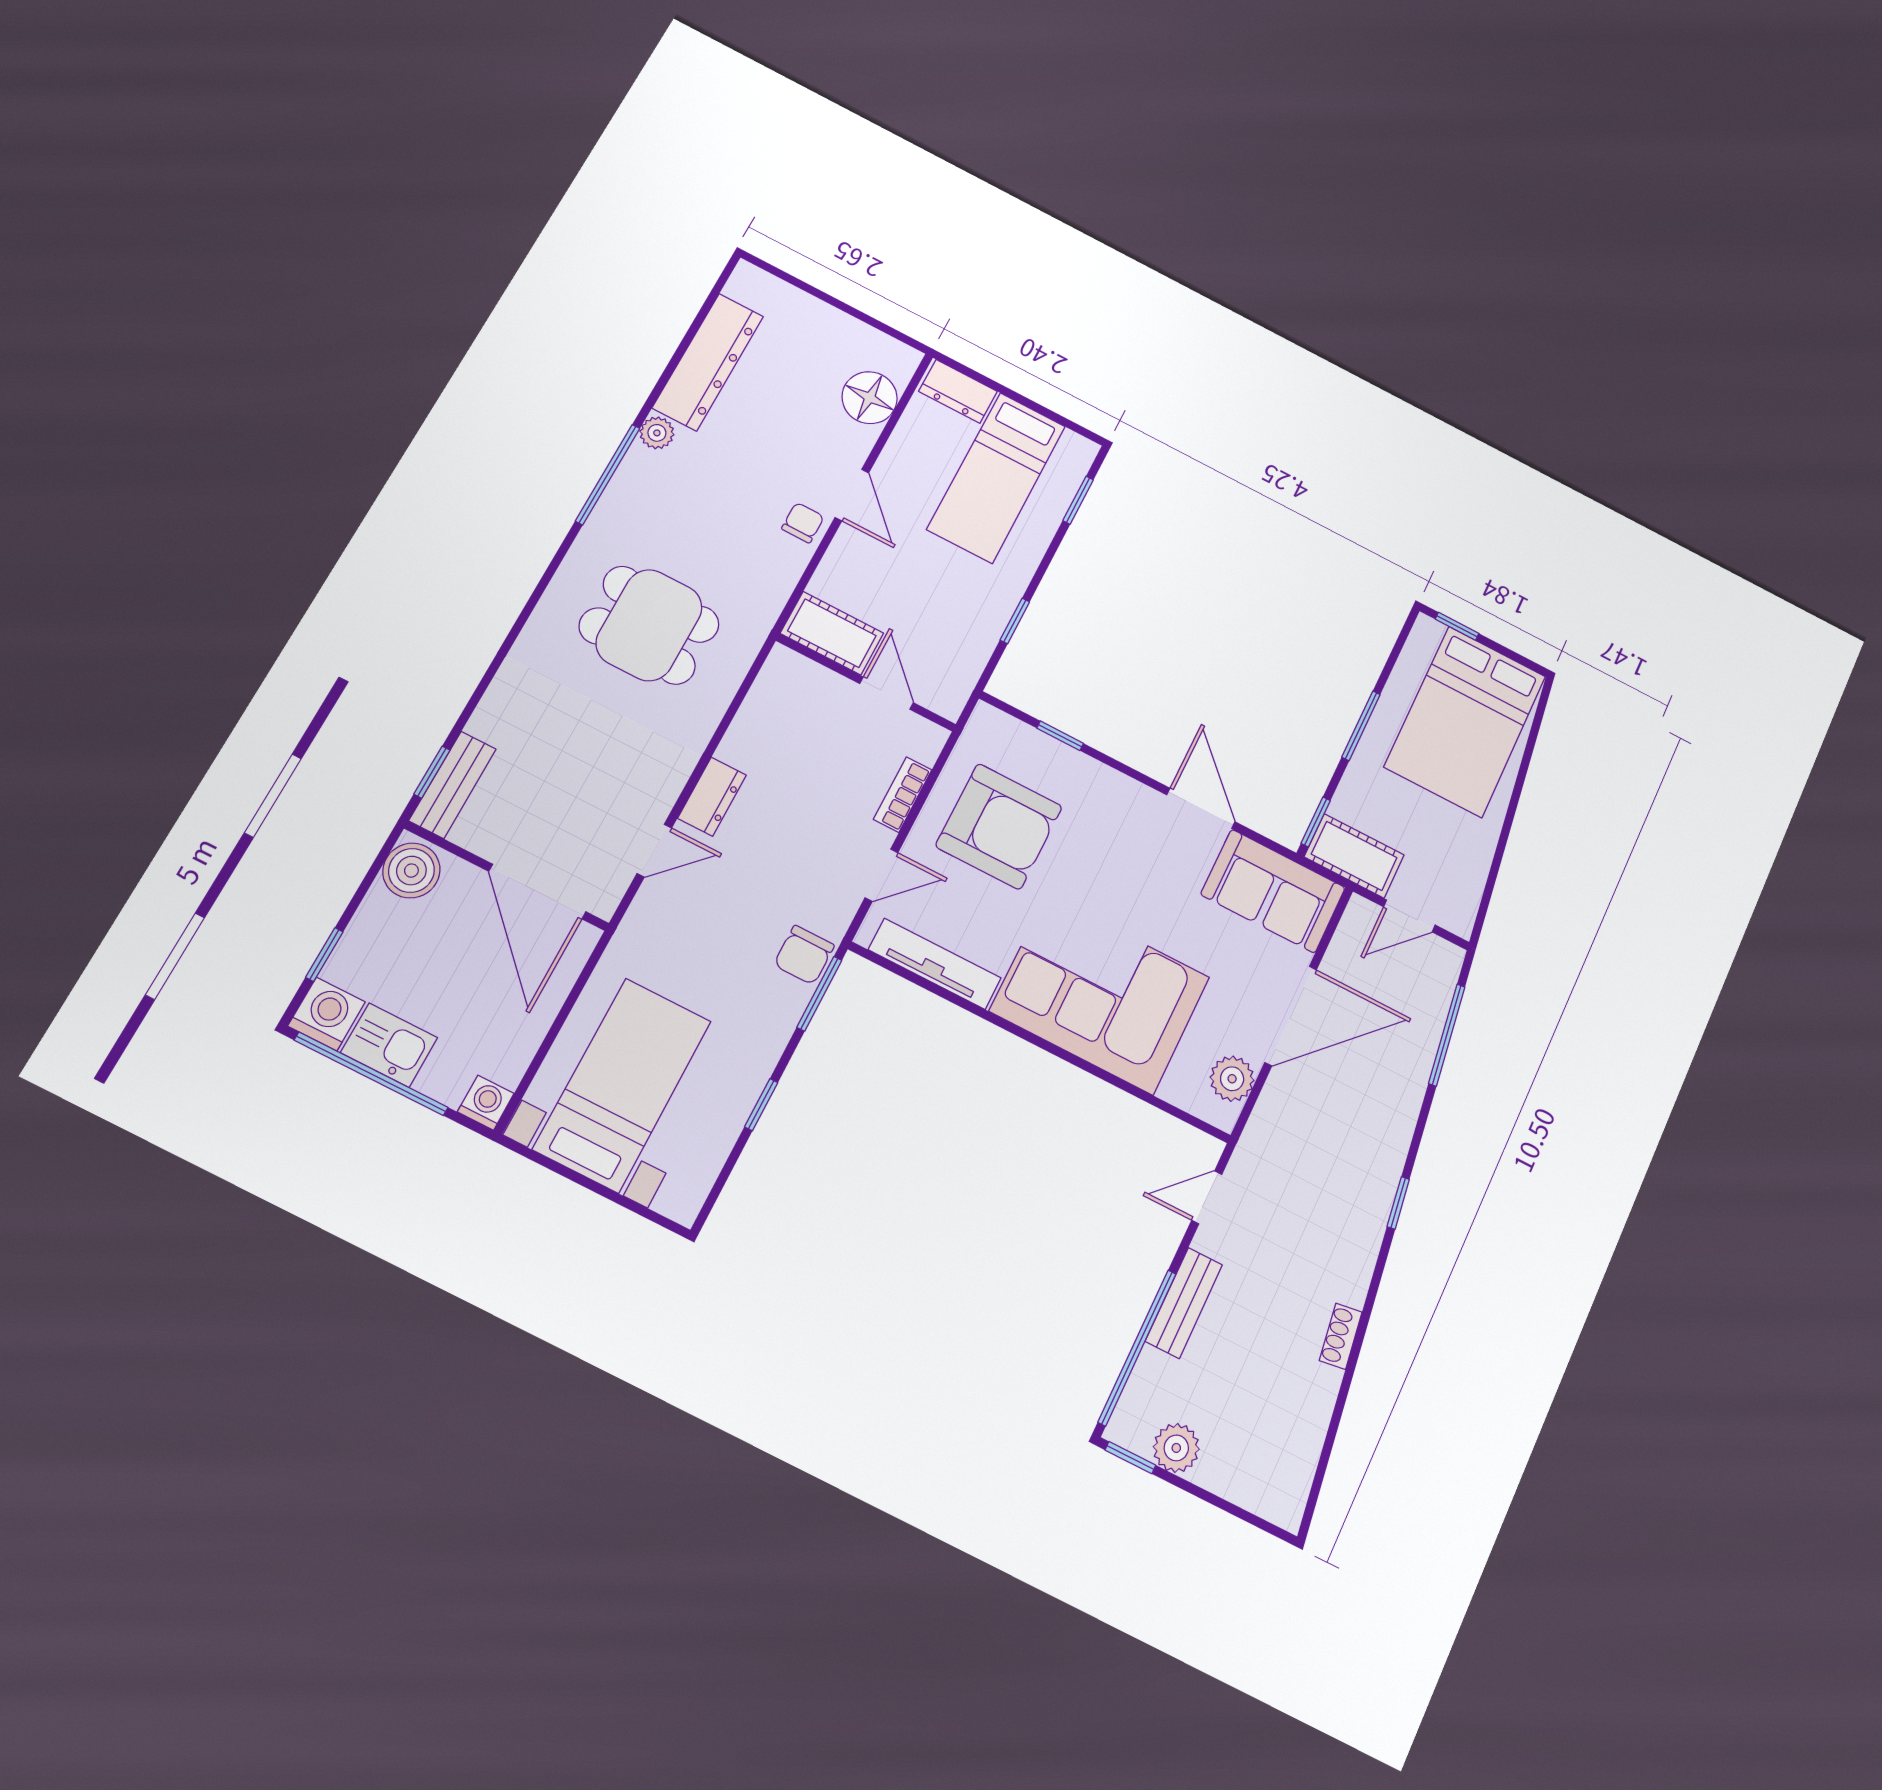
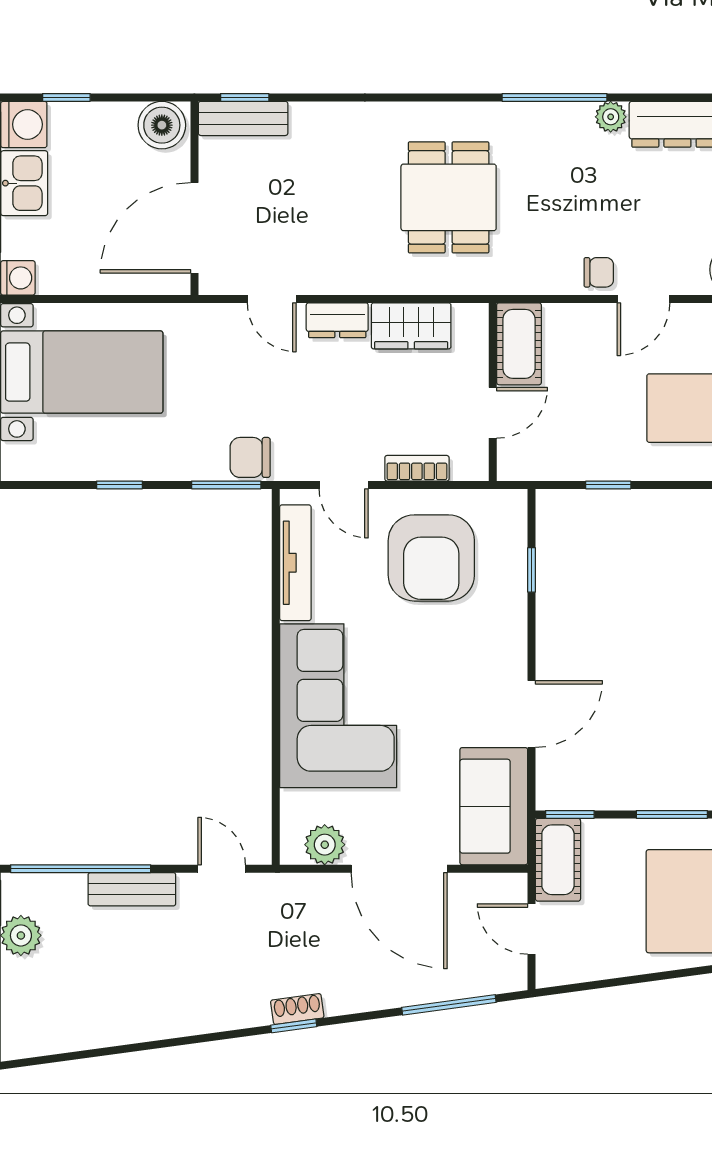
wardrobe: (757, 727) -> (411, 326), added
shoe rack: (1341, 1336) -> (297, 1009), moved

